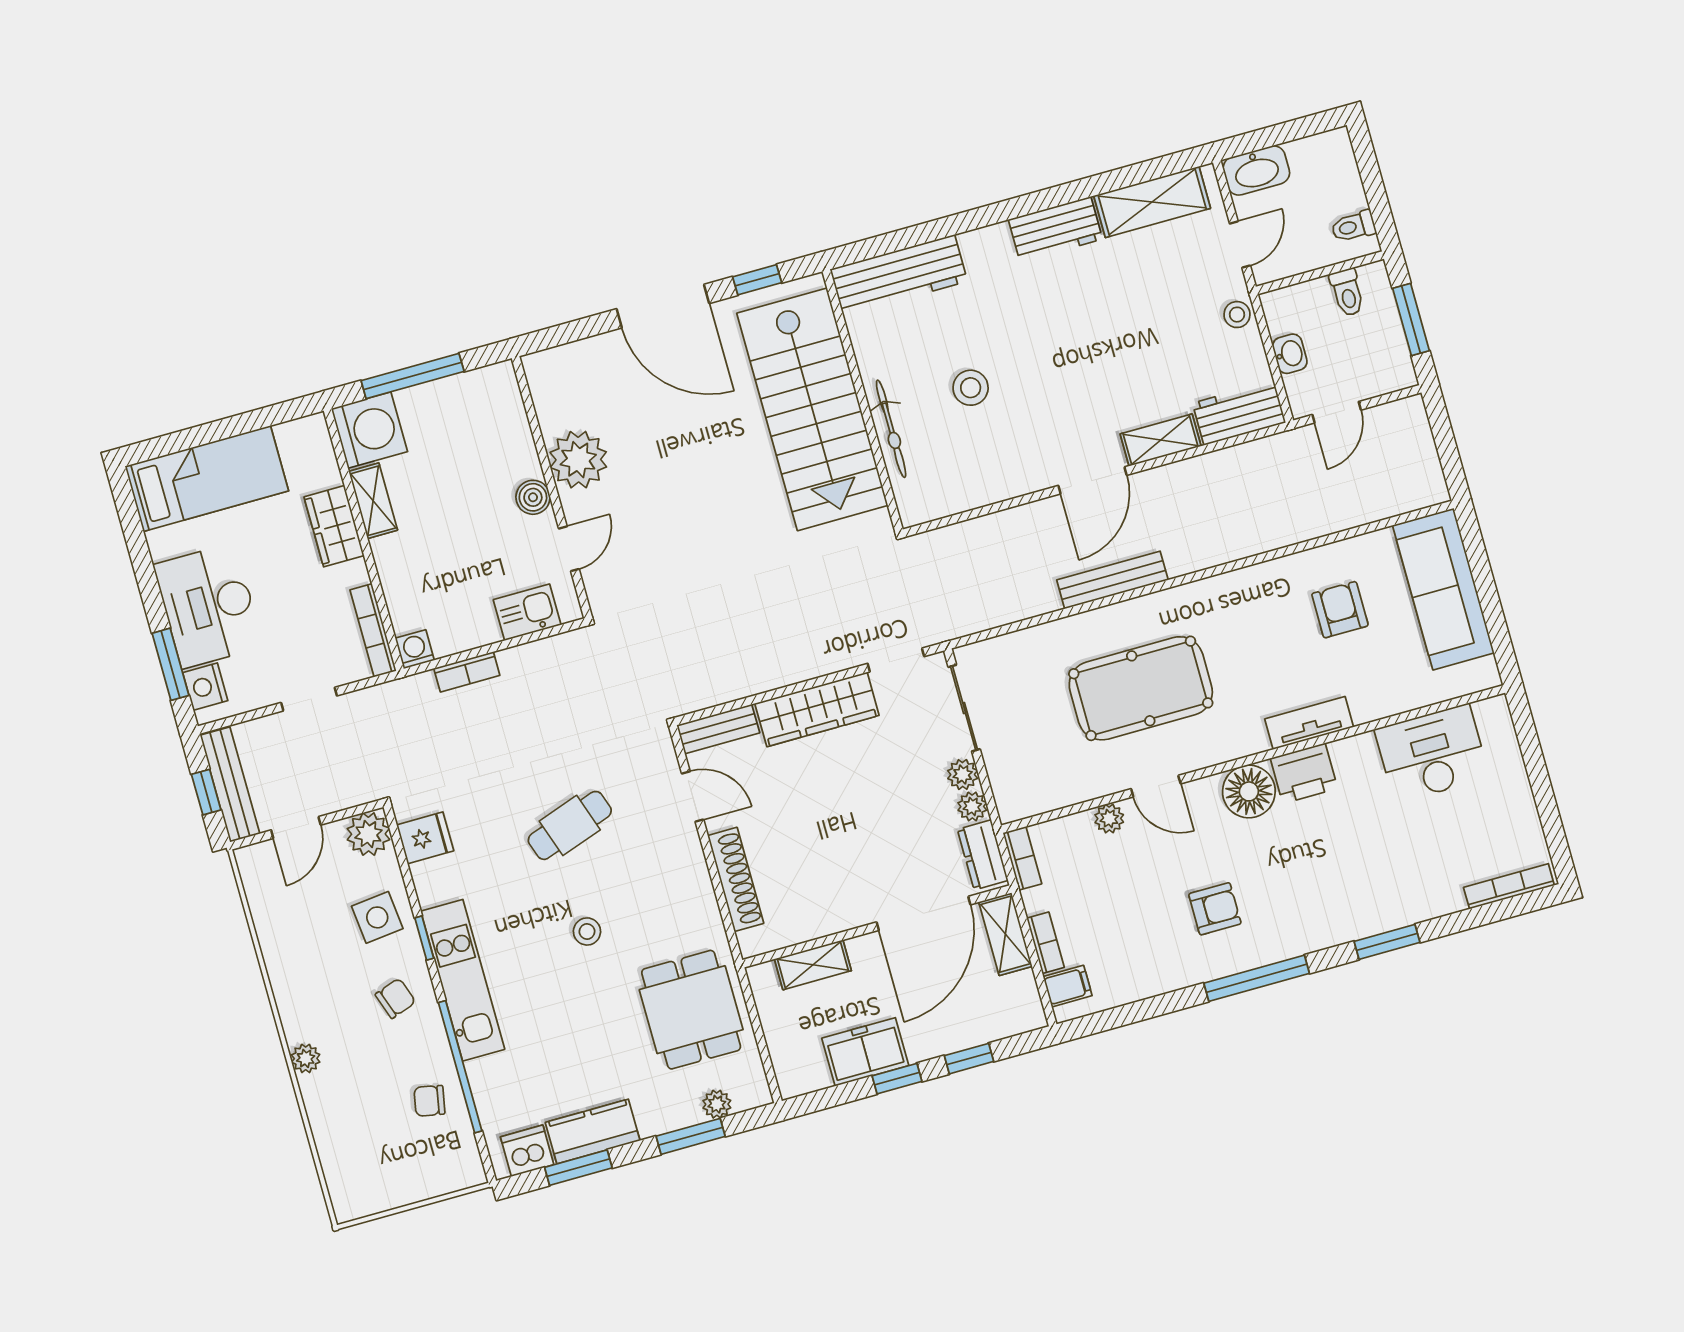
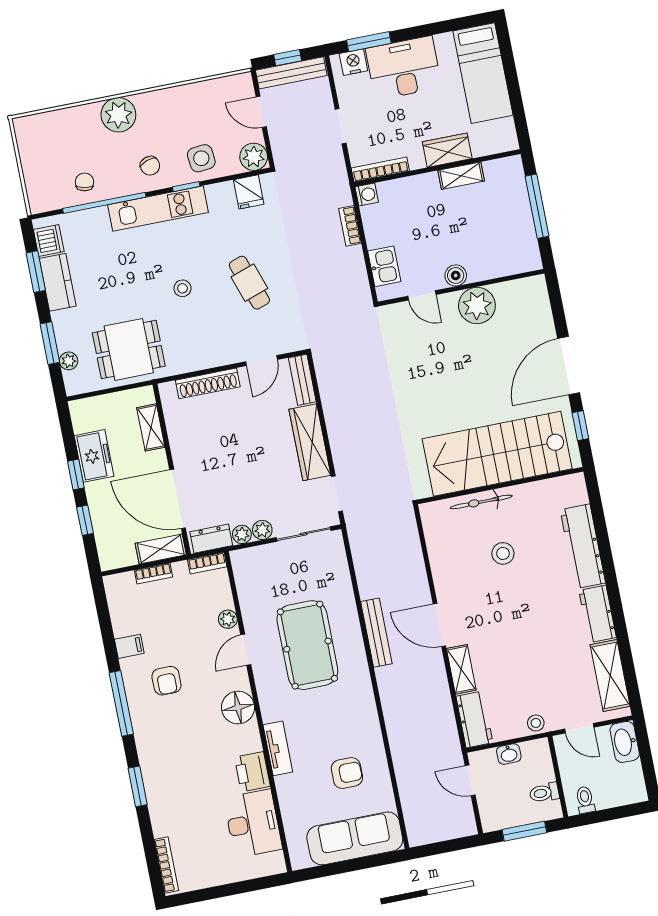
workbench: (899, 275) -> (583, 546), moved
washing machine: (369, 430) -> (505, 177), removed
printer: (1304, 773) -> (252, 772), moved
filing cabinet: (1068, 986) -> (129, 646), moved, turned -90
plant: (306, 1058) -> (118, 115), width x1.88, depth x1.88

